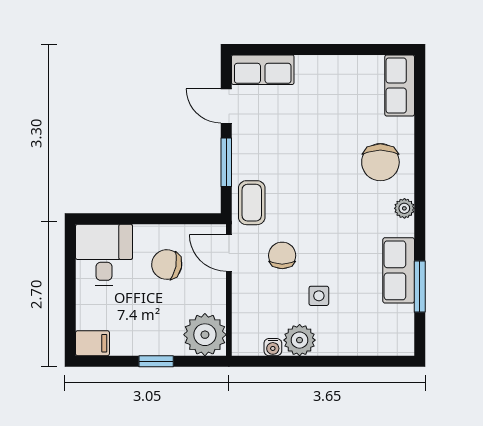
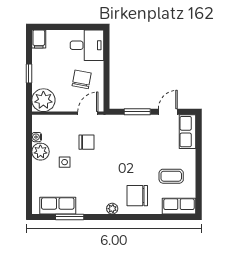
coffee table: (252, 203) -> (171, 176), moved
row of seats: (399, 270) -> (58, 206), moved

